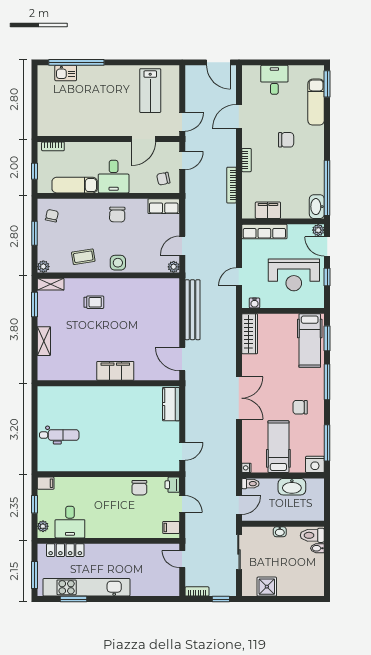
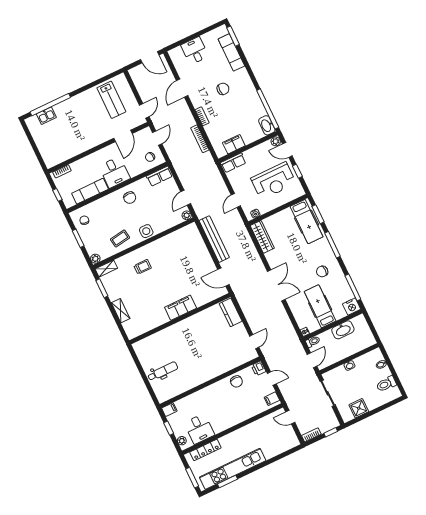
row of seats: (264, 232) -> (233, 163), width x0.68
toilet: (312, 535) -> (386, 384), moved

